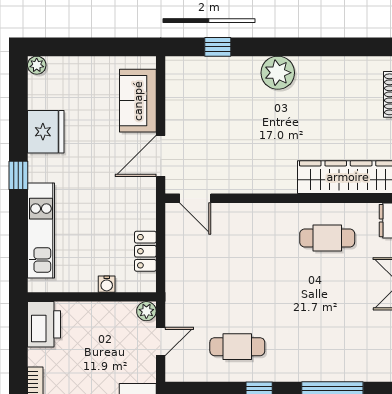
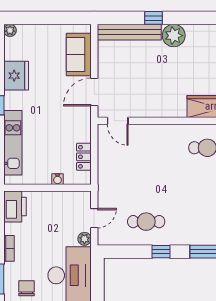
window: (218, 47) -> (153, 18), moved
bench: (212, 68) -> (129, 32), added
plant: (146, 311) -> (84, 239), moved

